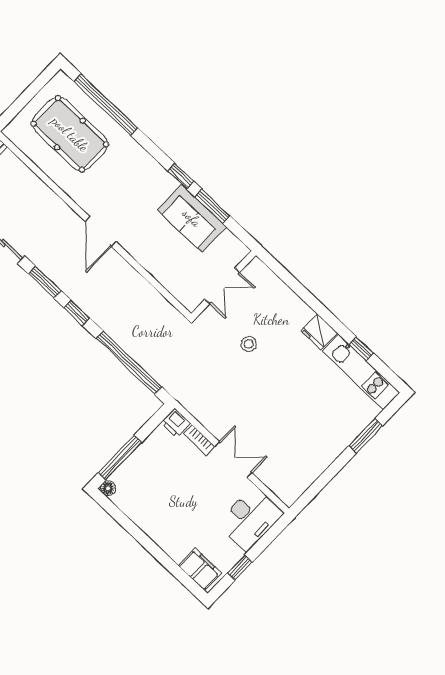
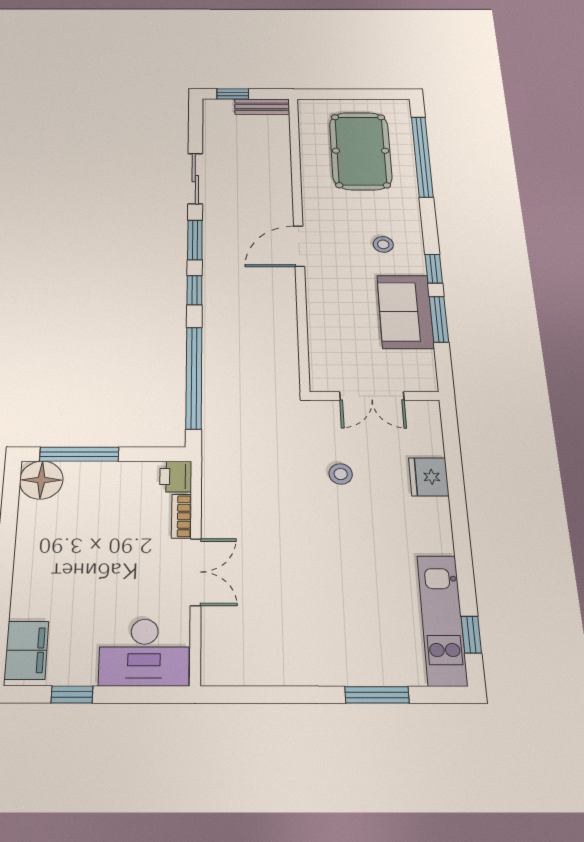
stool: (141, 186) -> (383, 244), added
fridge: (319, 332) -> (429, 477), moved
window: (361, 349) -> (471, 635), moved
floor lamp: (108, 488) -> (41, 480), width x1.89, depth x1.89

